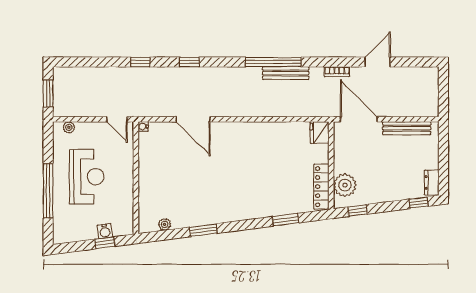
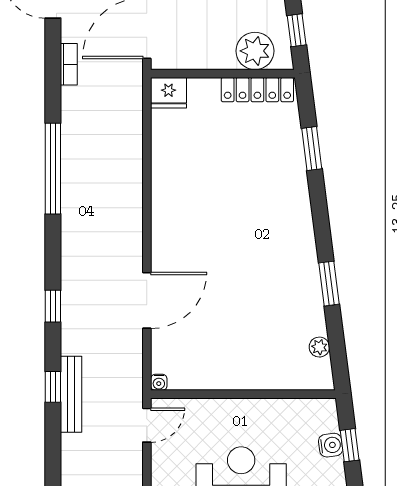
bench: (286, 73) -> (71, 394), moved

